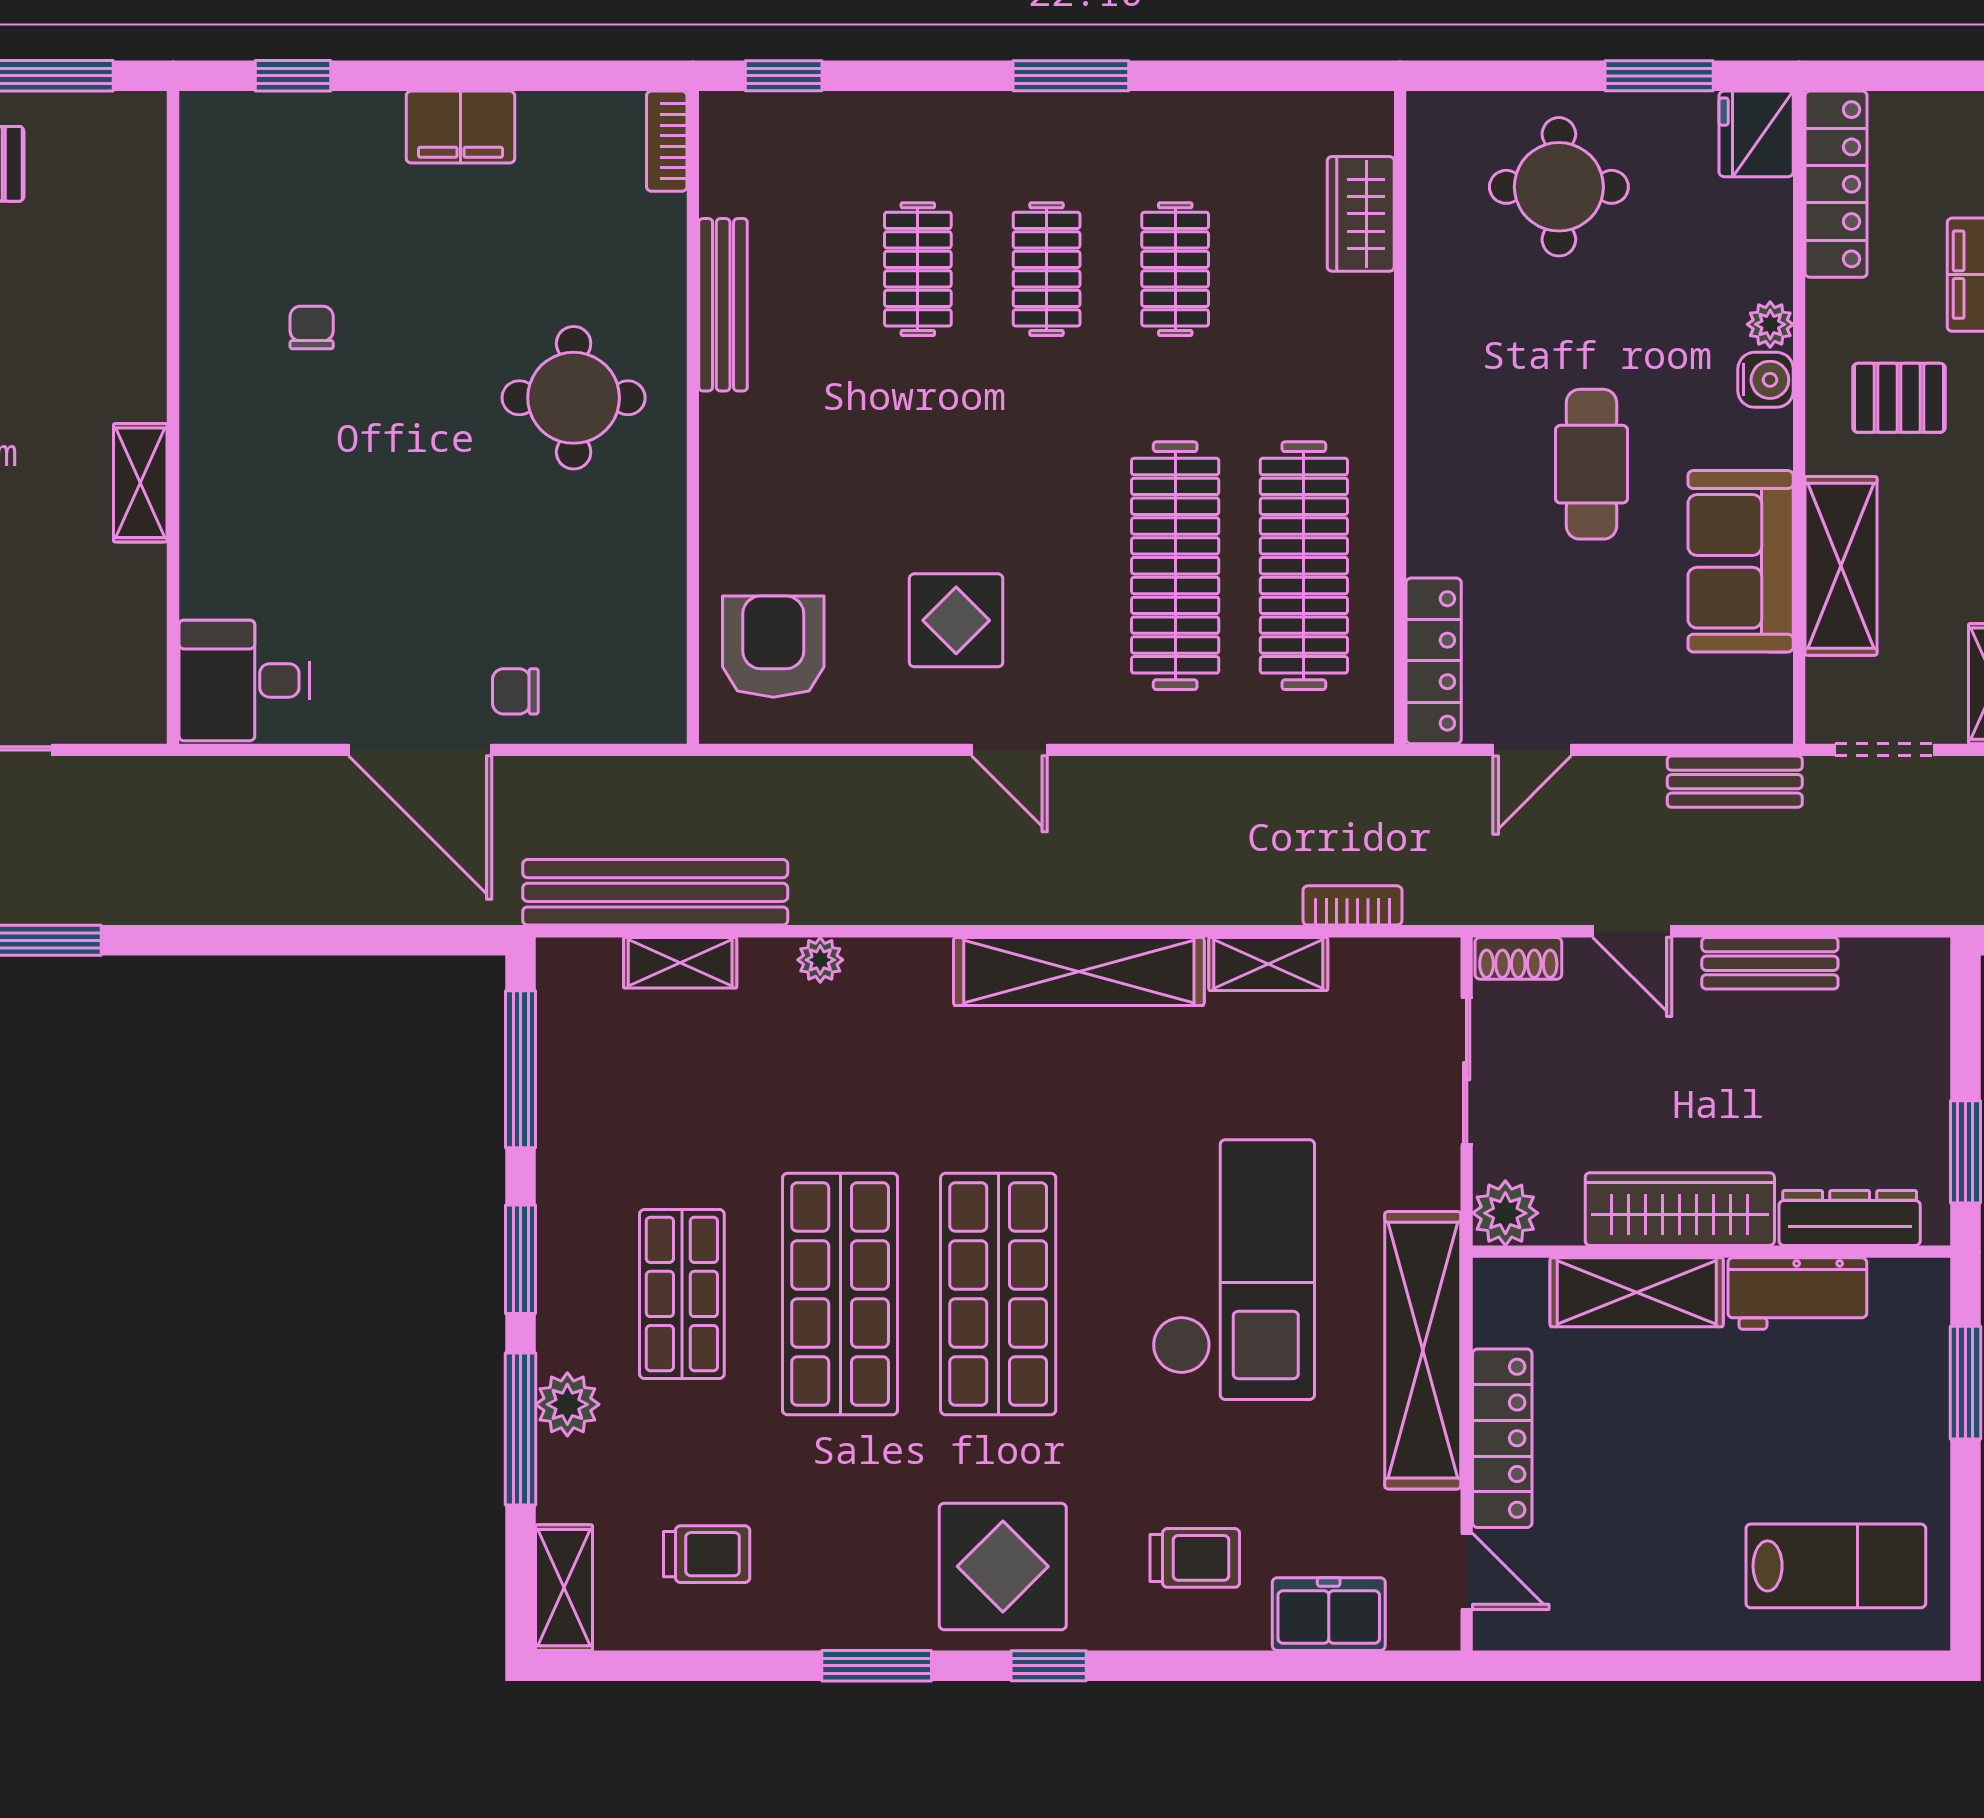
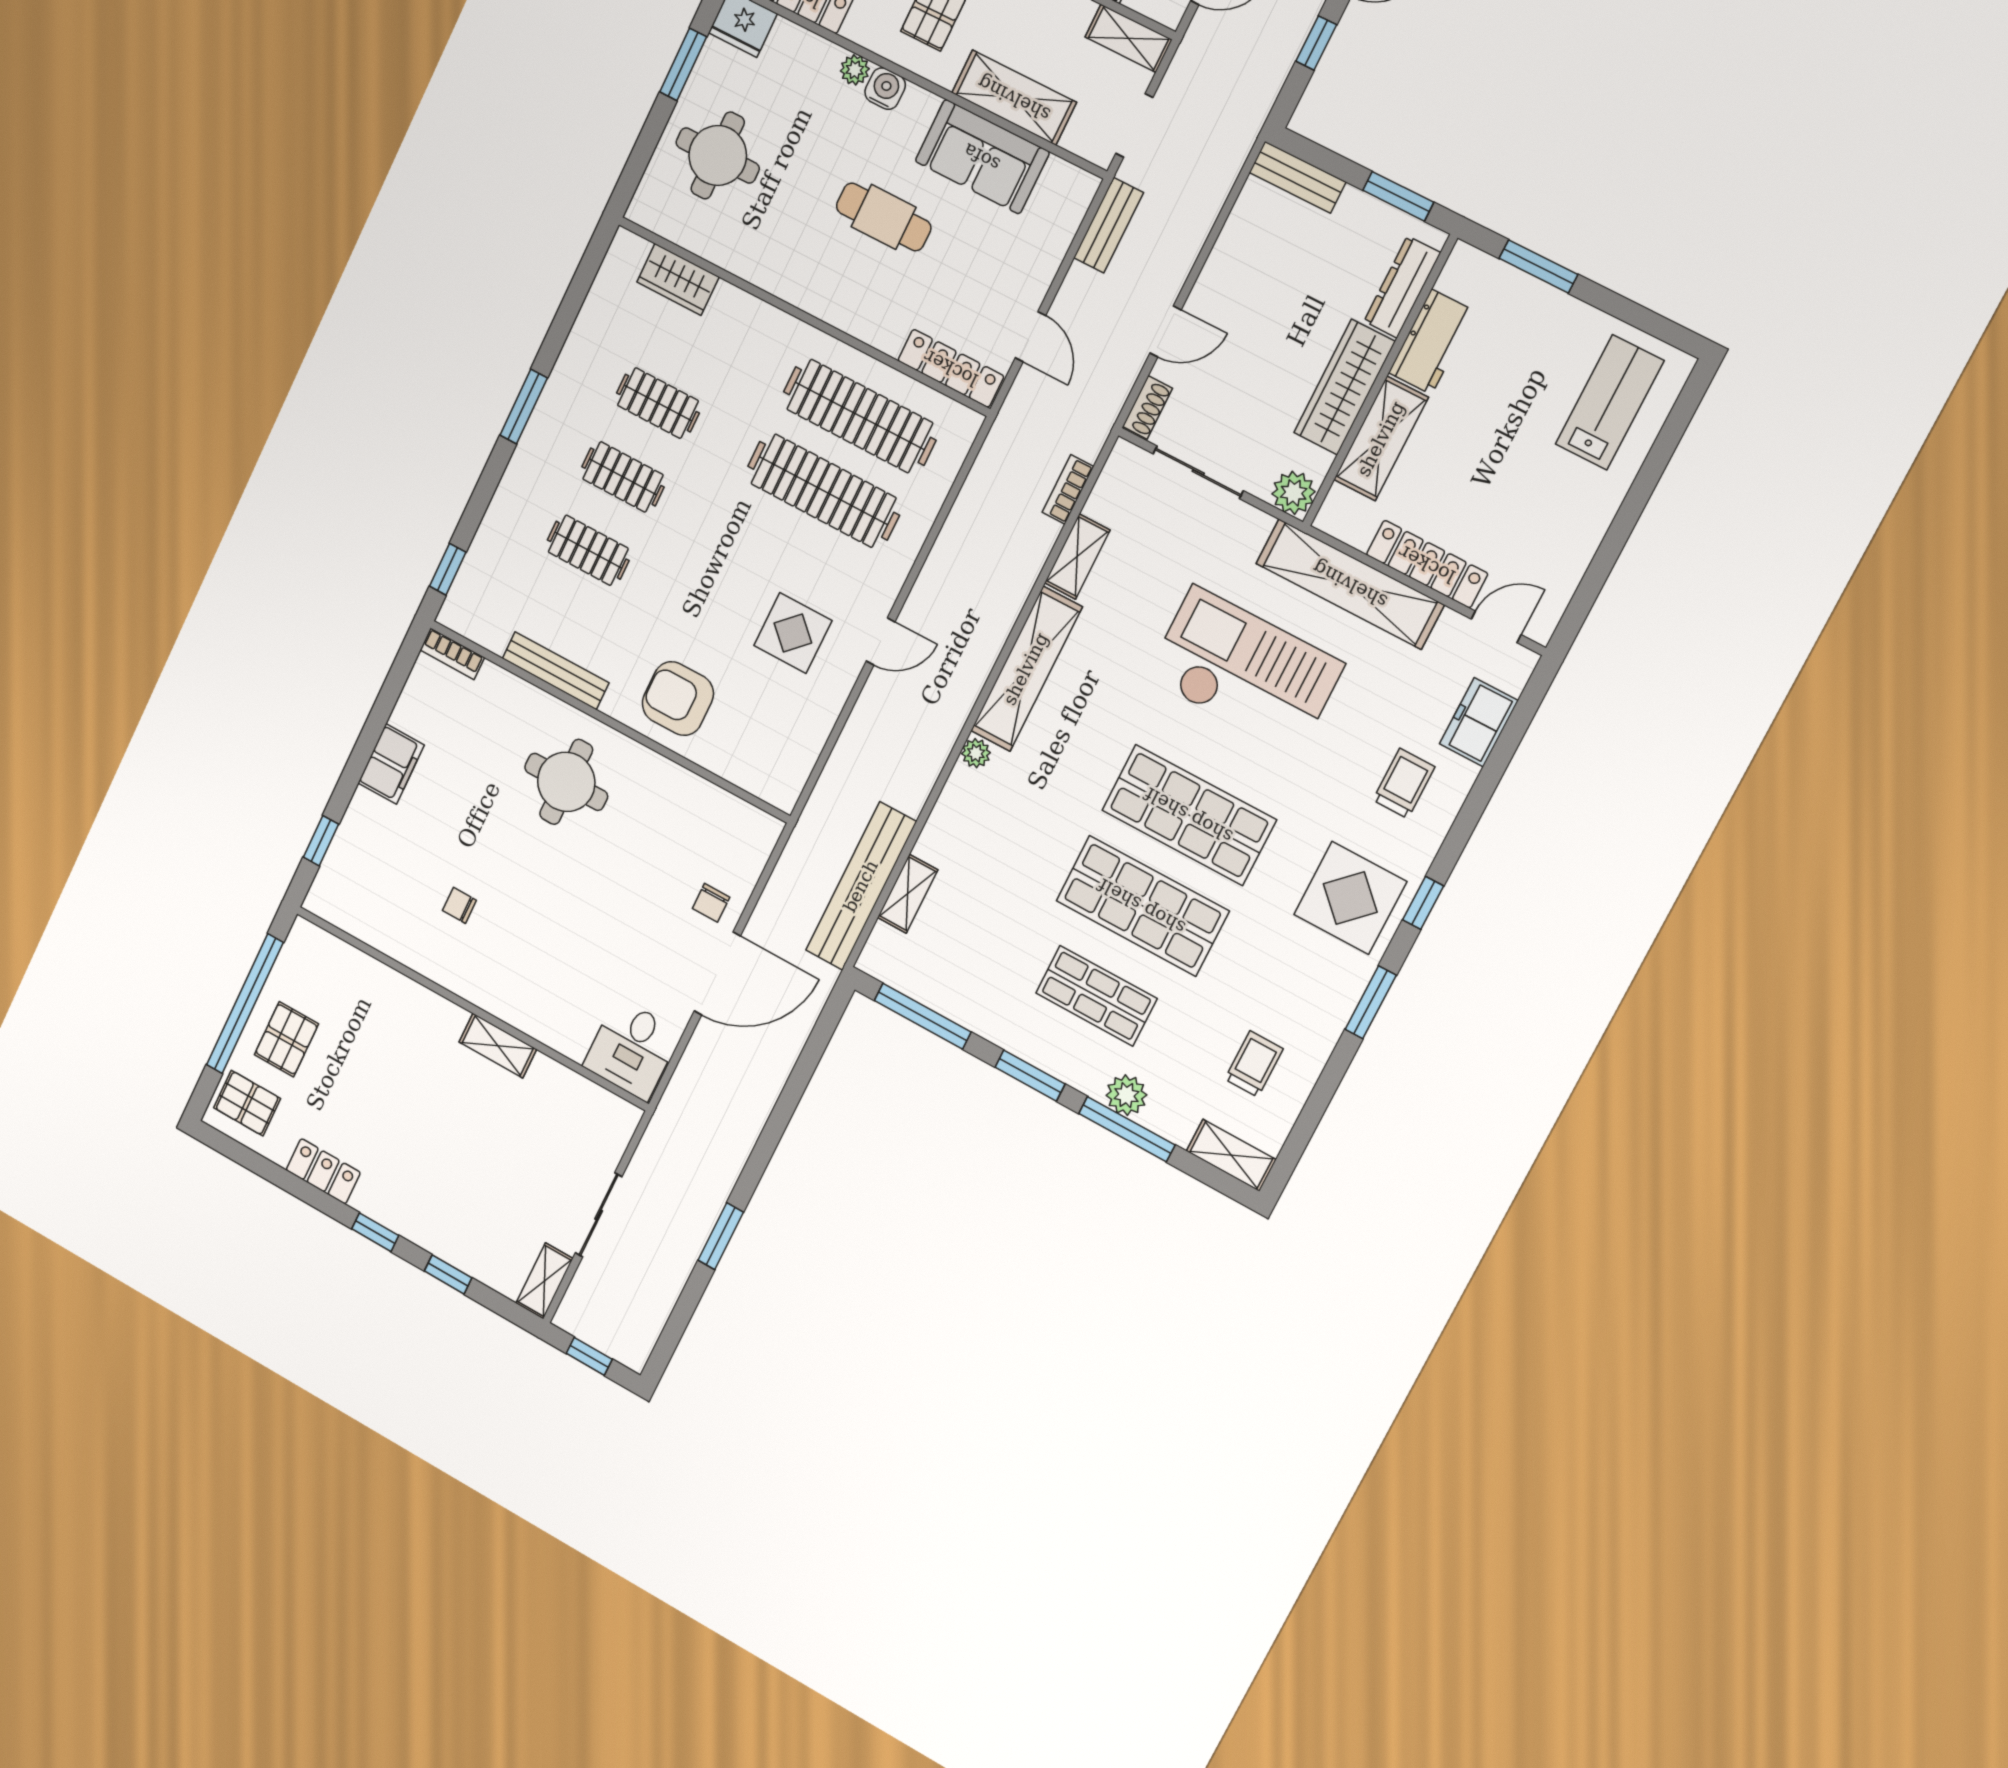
armchair: (773, 647) -> (678, 699), moved
plant: (820, 960) -> (976, 753), moved
bench: (1770, 963) -> (1298, 177), moved, turned 90

